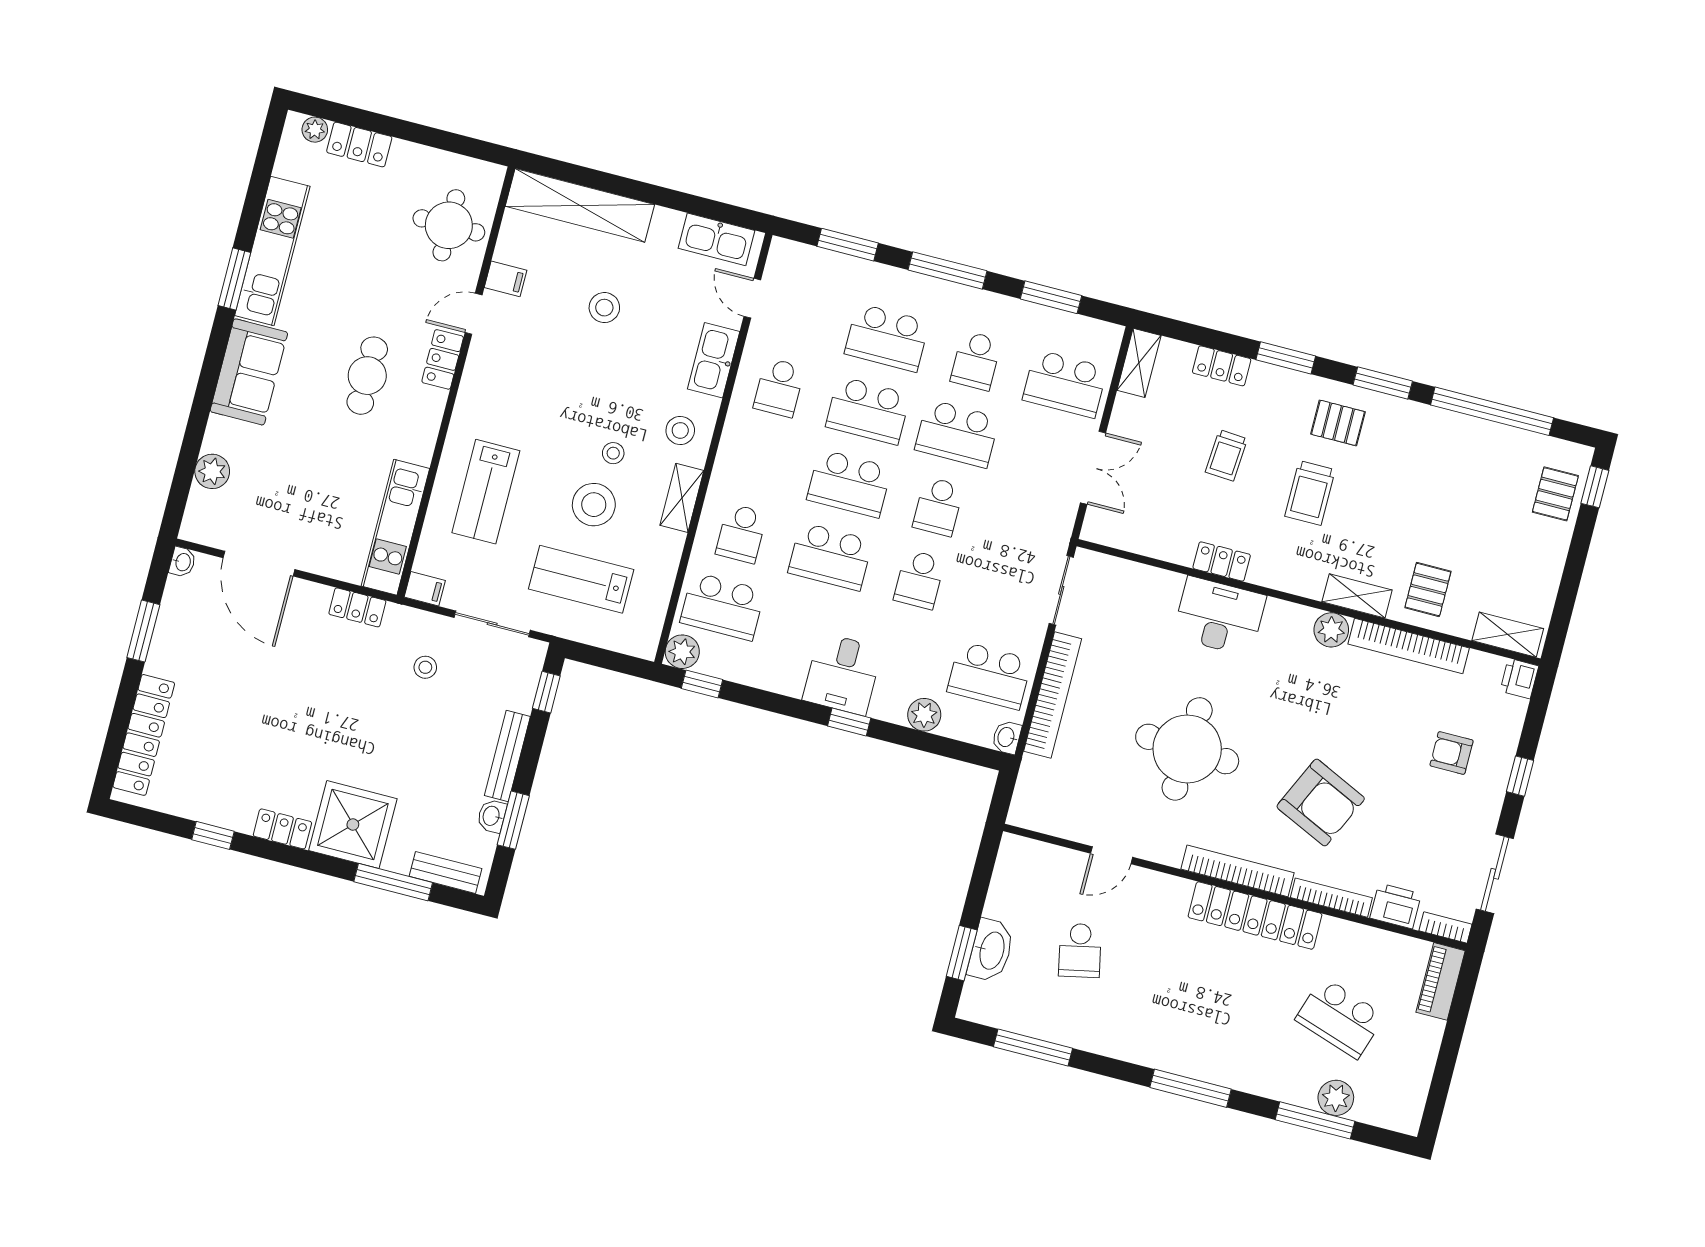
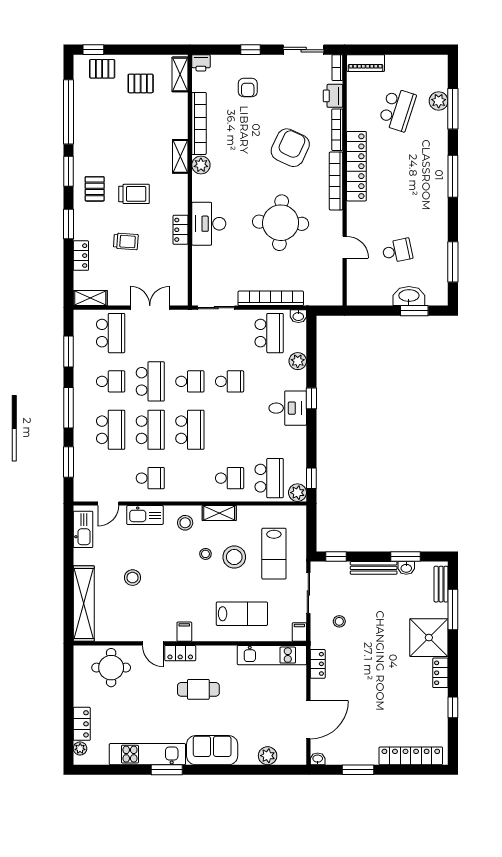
filing cabinet: (506, 279) -> (184, 632), moved
school desk: (830, 556) -> (230, 430), removed
pallet: (1428, 589) -> (141, 83), moved

